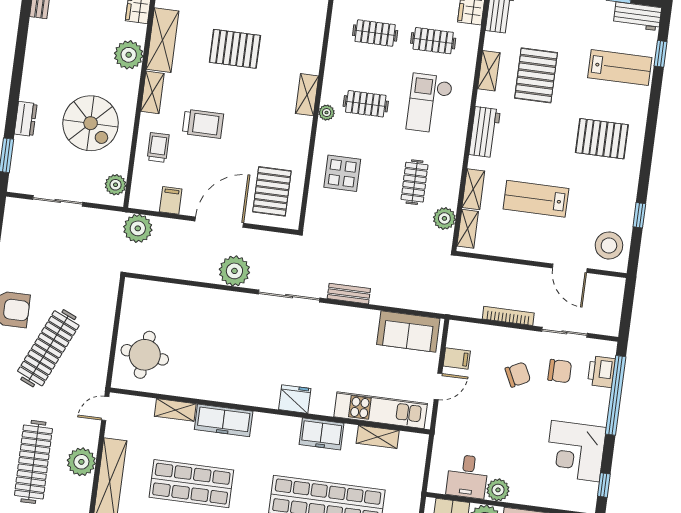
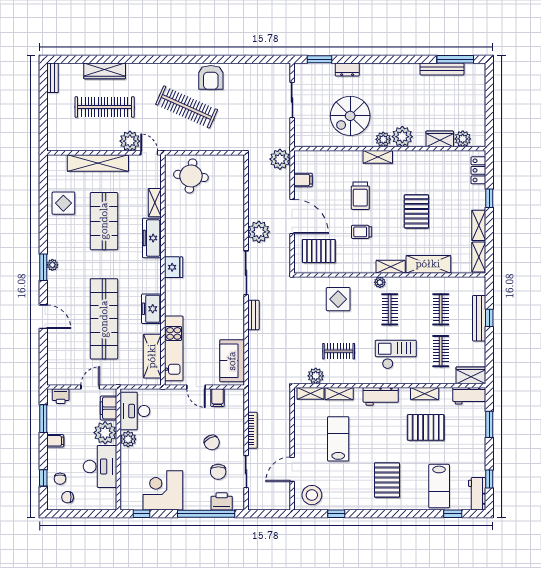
shelving: (163, 40) -> (428, 264), moved
trolley: (158, 147) -> (362, 232), moved, turned 180
plant: (116, 185) -> (383, 139), moved
fridge: (295, 399) -> (174, 267), moved
shelving: (378, 437) -> (152, 356), width x1.50, depth x1.33
plant: (81, 462) -> (130, 141), moved
desk: (467, 476) -> (135, 411), width x1.37

